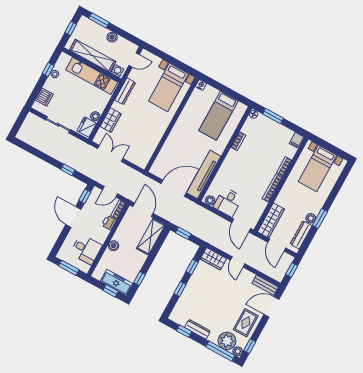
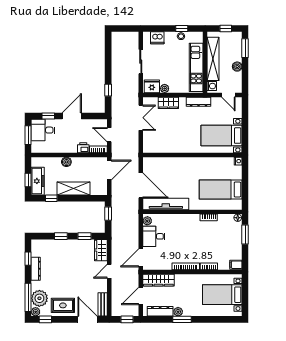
window: (85, 196) -> (48, 116), moved
shelving: (151, 237) -> (74, 188), moved
desk: (86, 249) -> (43, 130), moved, turned 90

